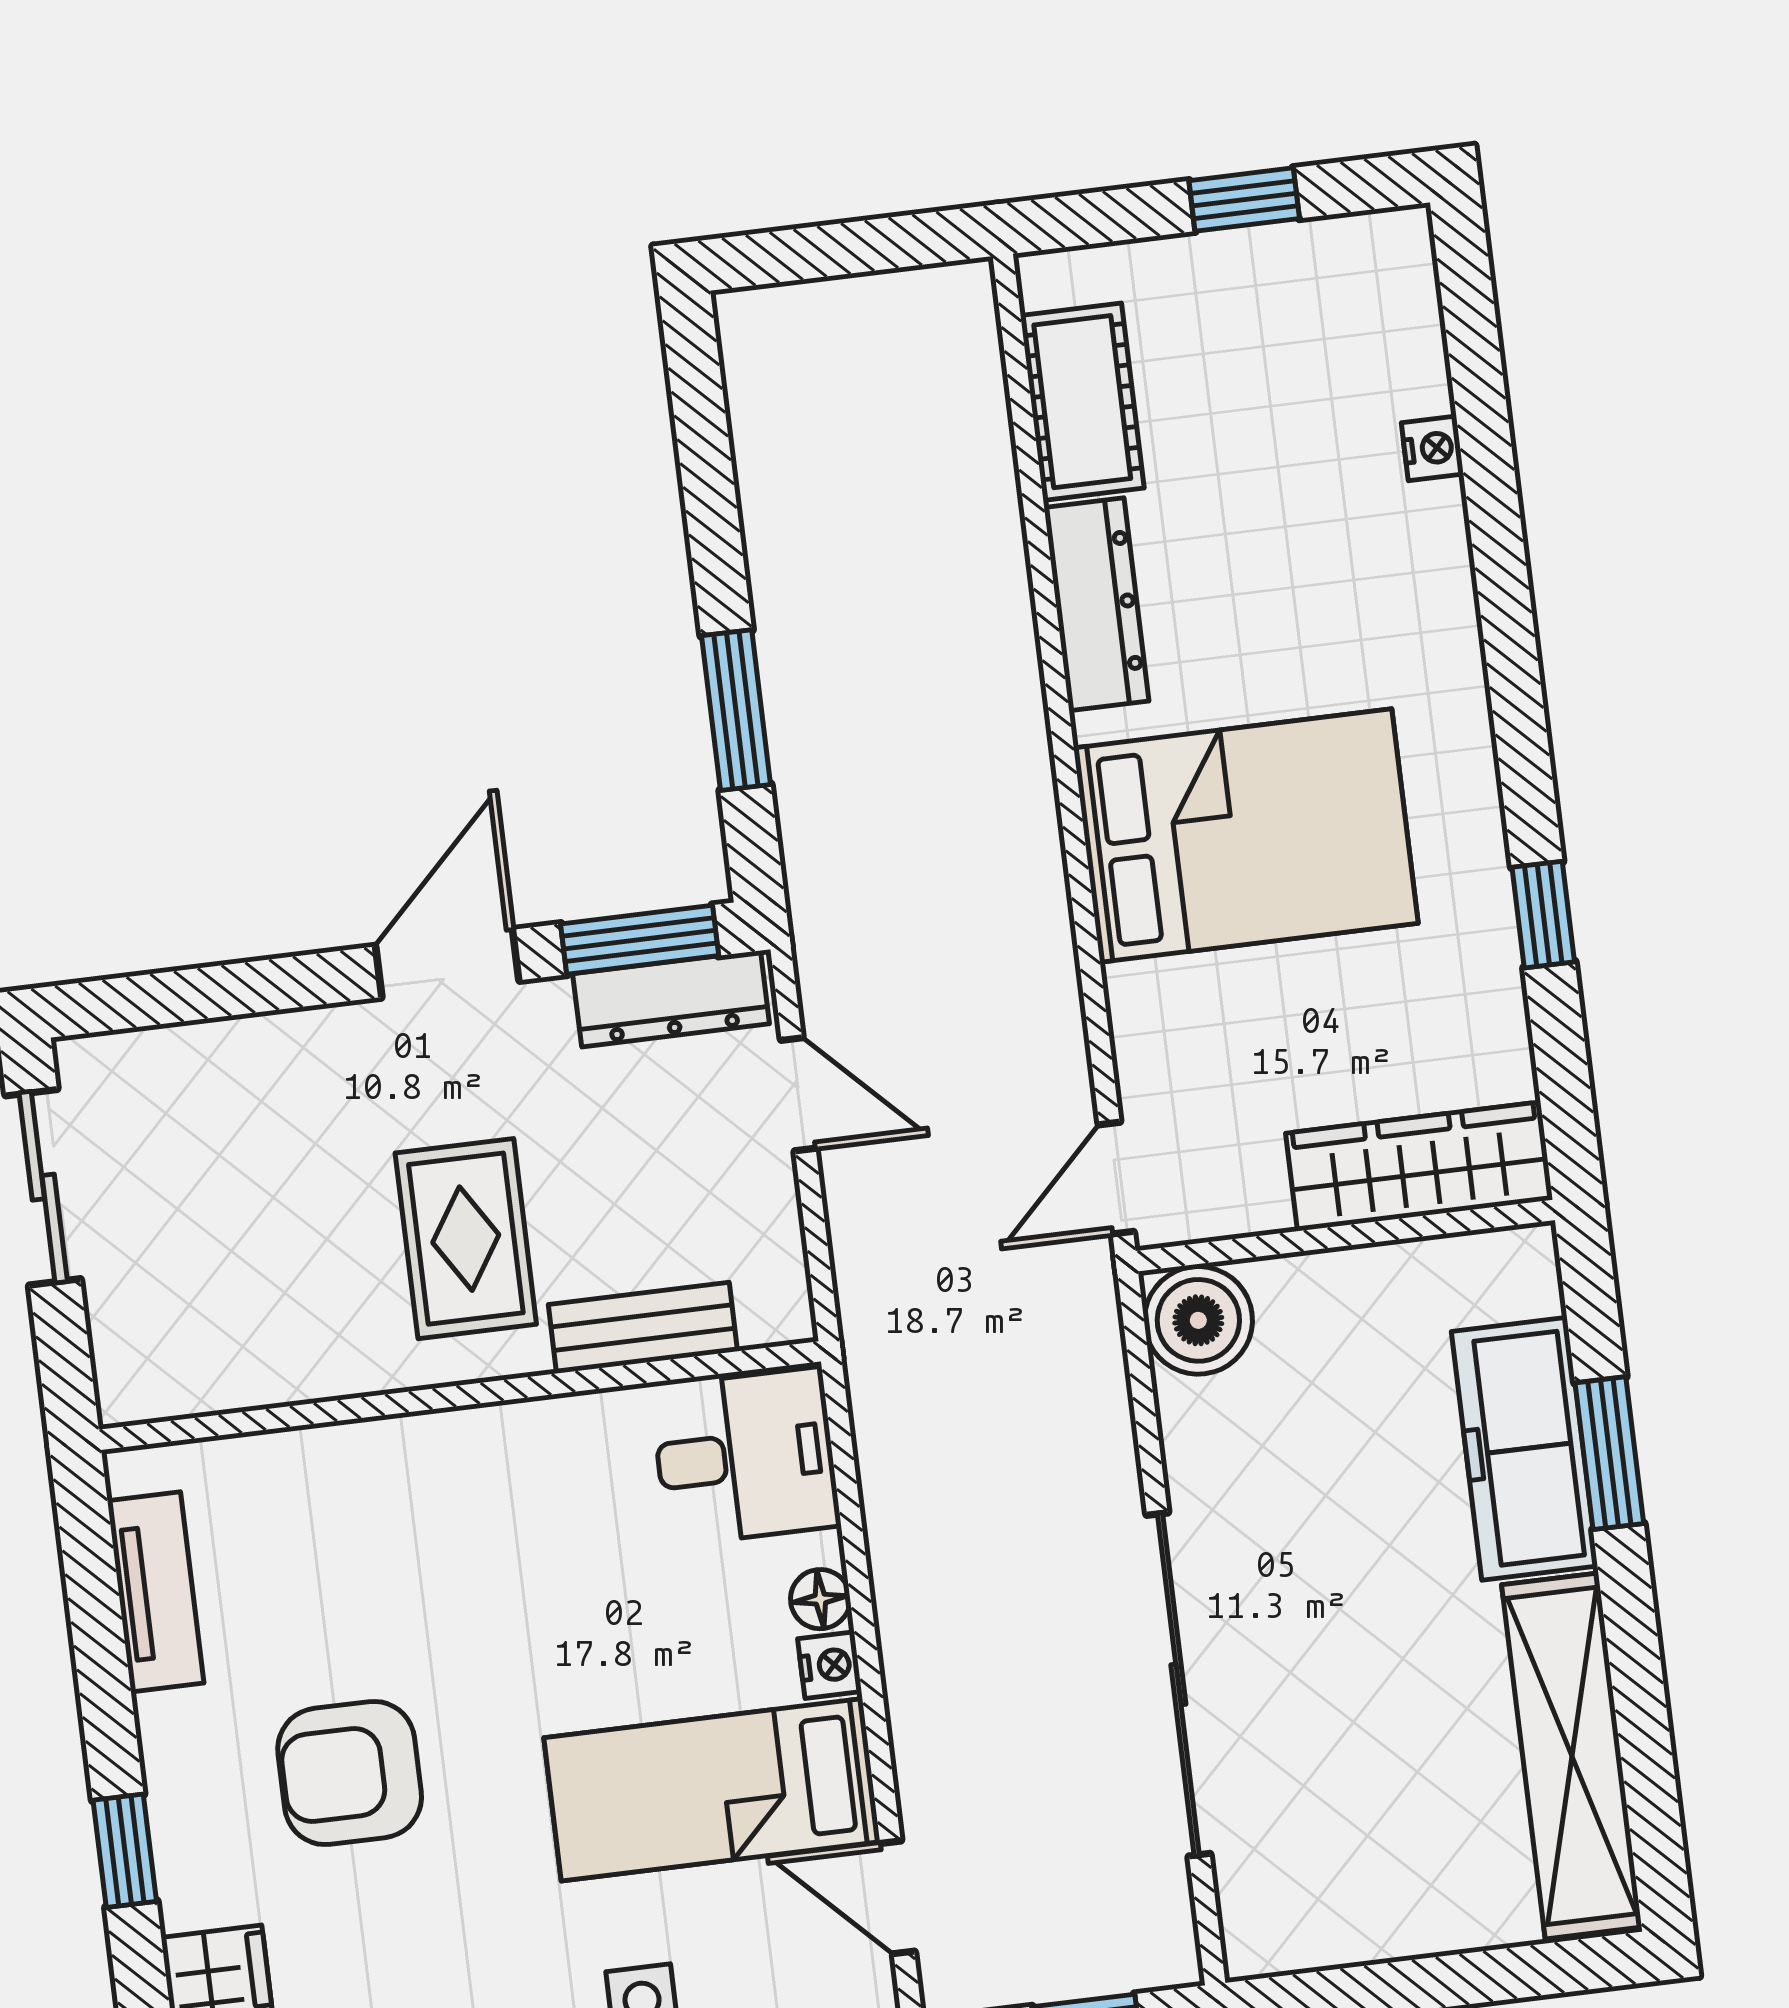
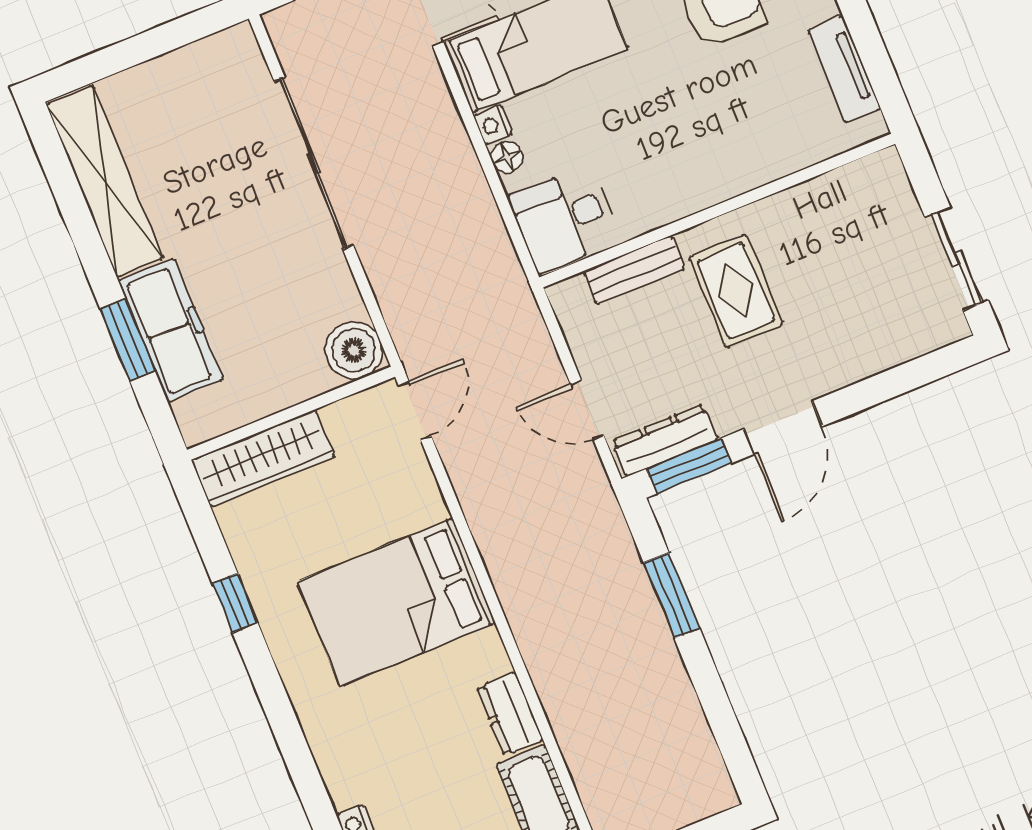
dresser: (1096, 604) -> (510, 714), width x0.70

